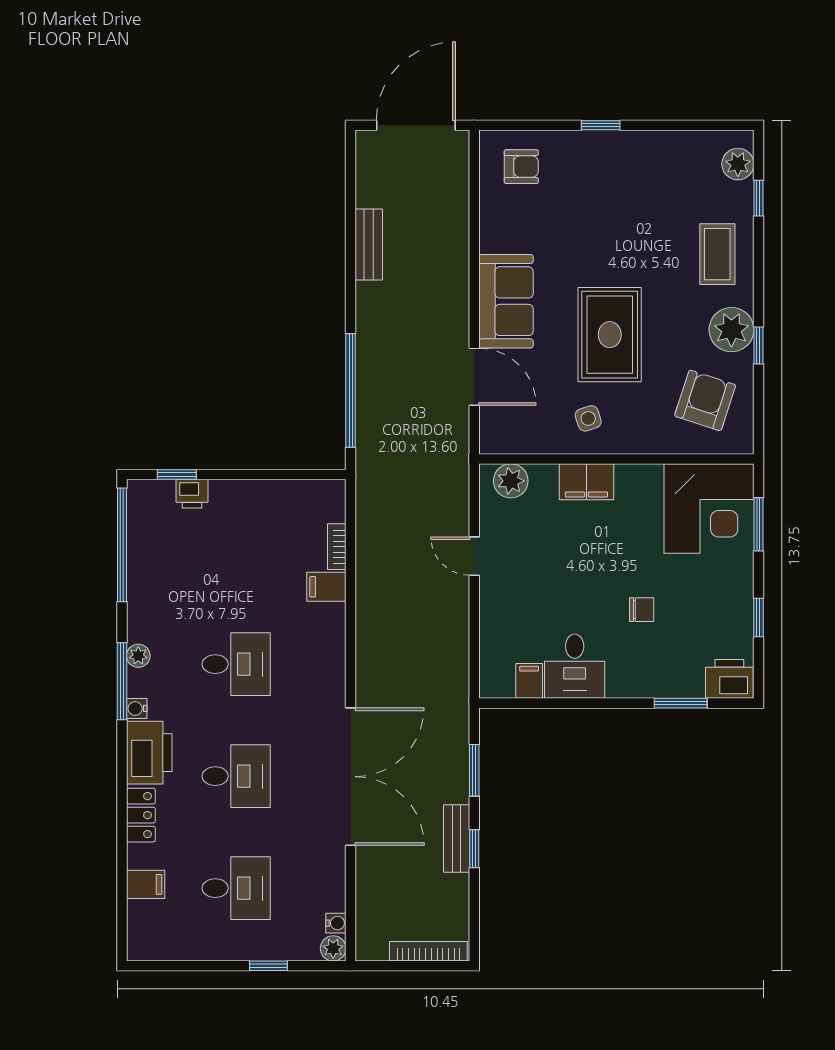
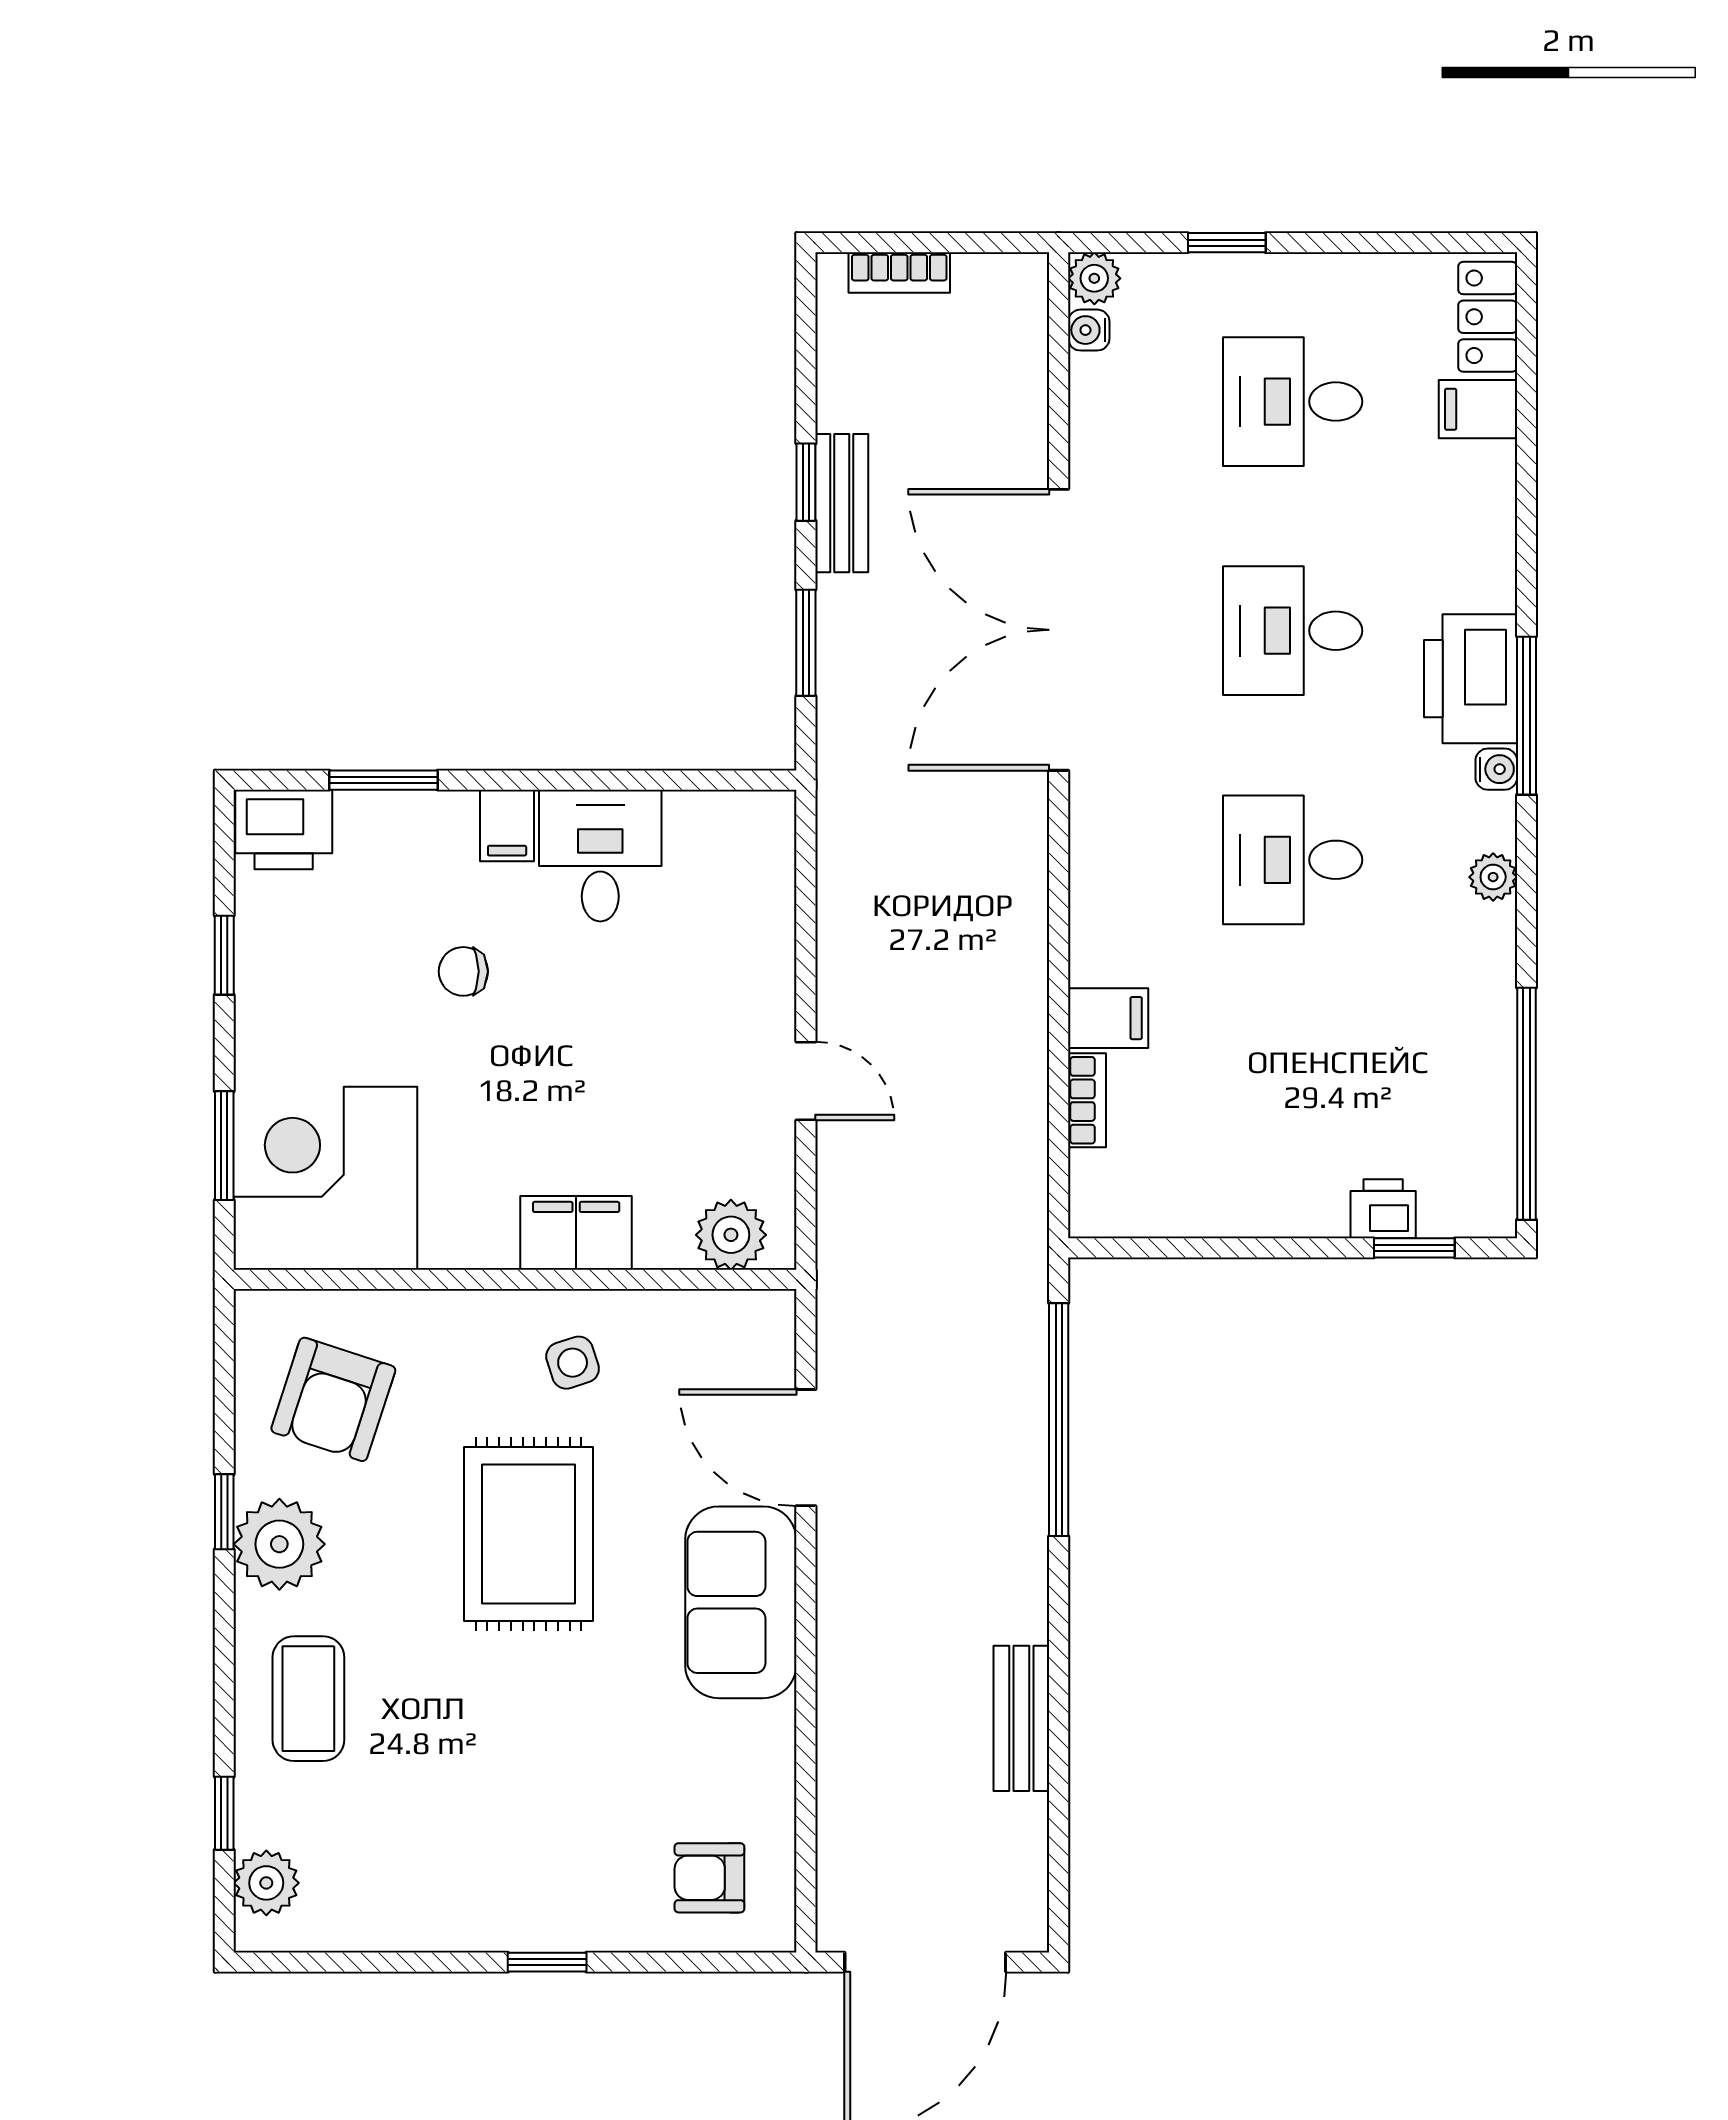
window: (122, 681) -> (1526, 716), moved
filing cabinet: (529, 681) -> (507, 825), moved
locker: (141, 815) -> (1488, 317), moved
bookcase: (428, 951) -> (899, 272), width x0.64

